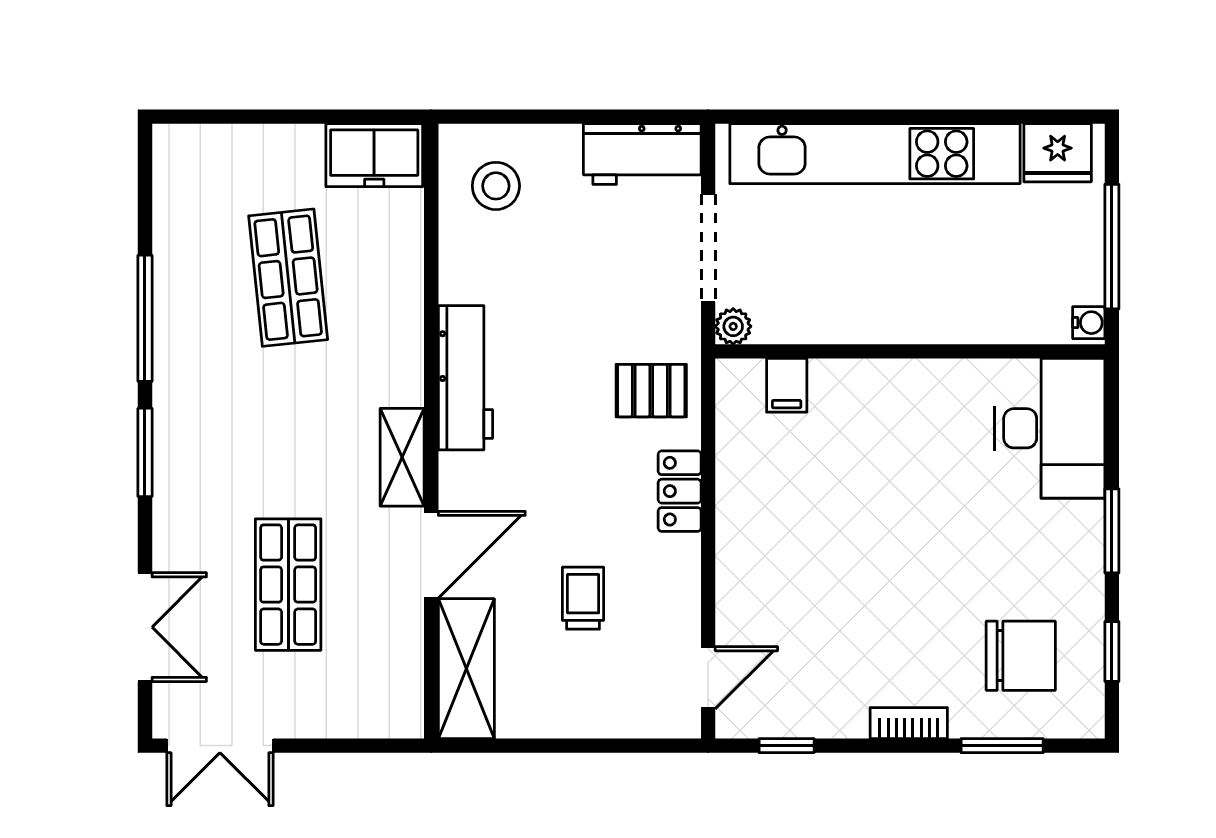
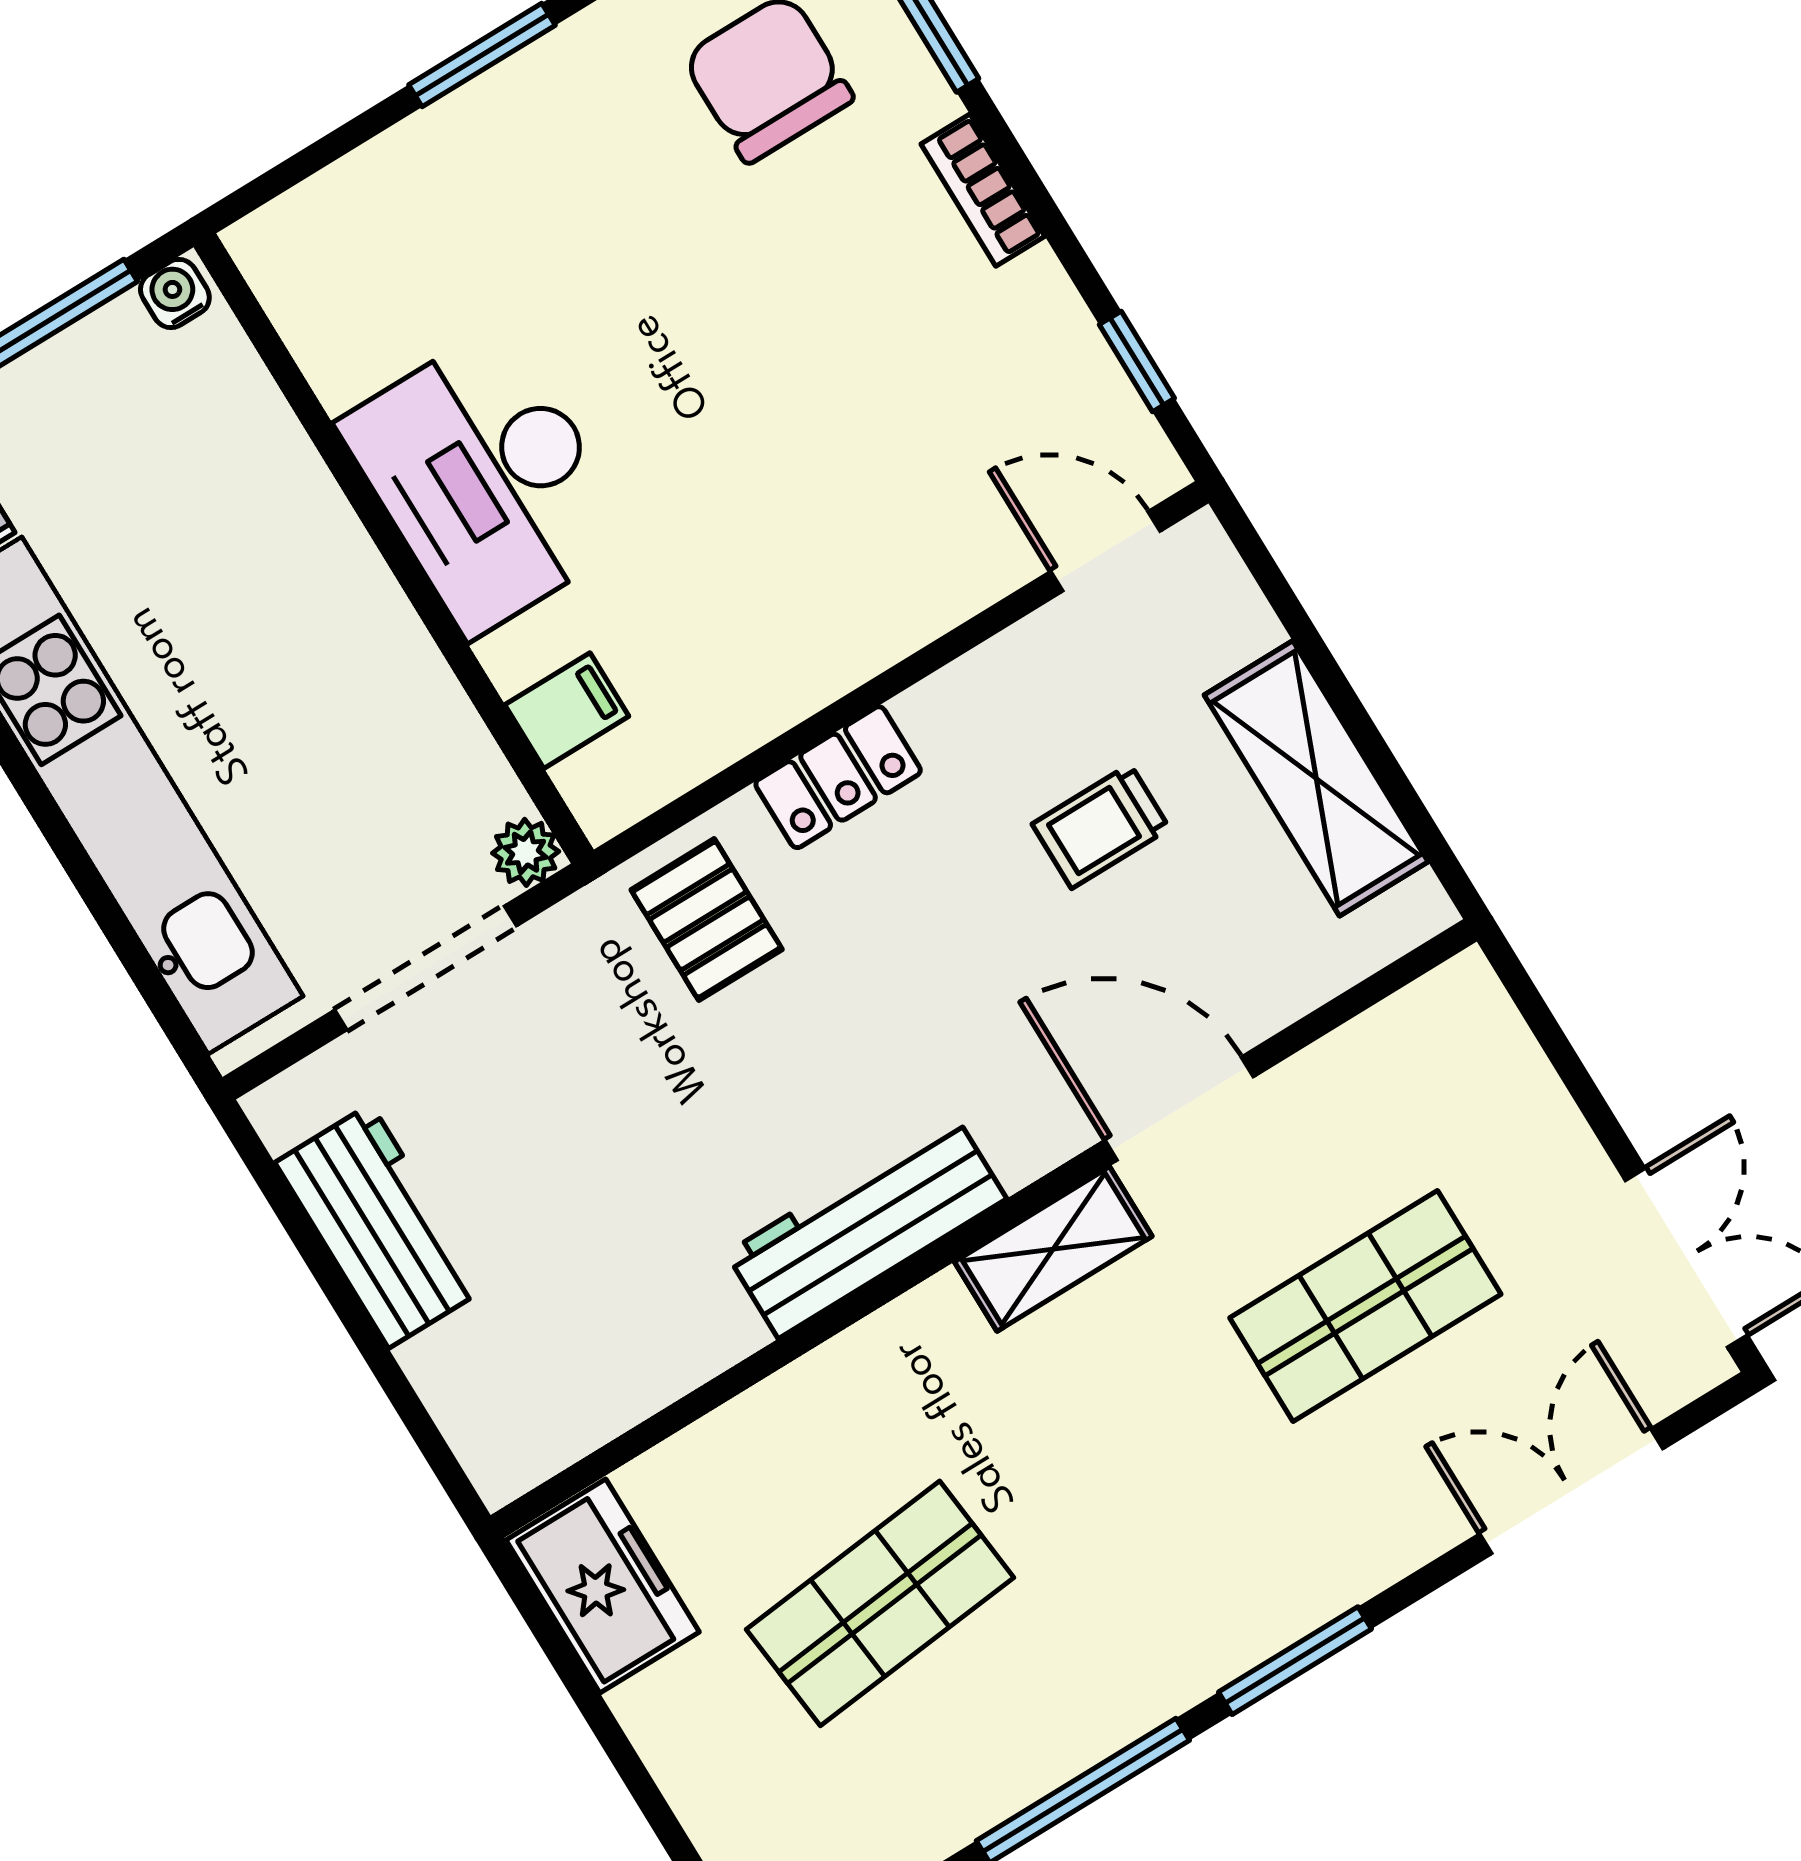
workbench: (642, 154) -> (380, 1226), moved
stool: (496, 186) -> (533, 1364), removed
desk: (1050, 428) -> (487, 480), moved, turned -90
shelving: (466, 669) -> (1316, 778), moved, turned 90

